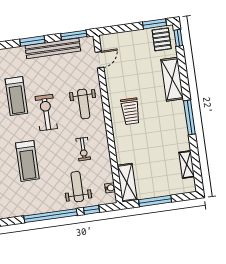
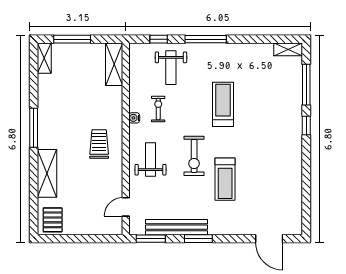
window: (154, 24) -> (58, 239), removed
window: (178, 38) -> (34, 219), removed
treadmill: (16, 96) -> (225, 179), turned 180
shelving: (187, 165) -> (44, 58), moved
water cooler: (110, 188) -> (134, 118), moved
window: (155, 201) -> (72, 39), moved
window: (50, 216) -> (206, 39), width x0.68

